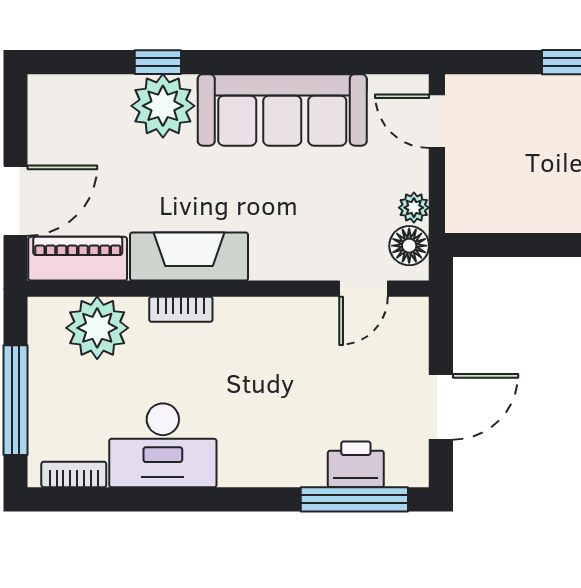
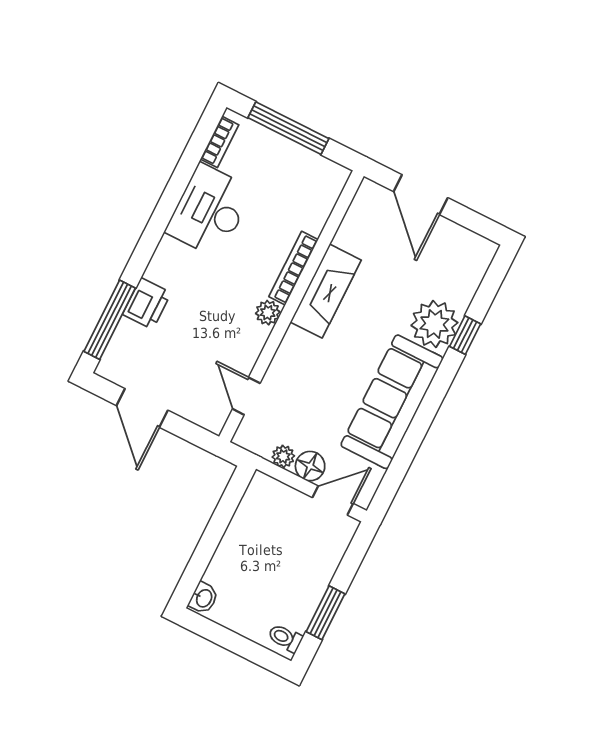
floor lamp: (409, 246) -> (310, 466), moved
piano: (78, 259) -> (361, 217), removed
bookcase: (181, 309) -> (294, 268), width x1.56
plant: (97, 328) -> (268, 313), moved, width x0.53, depth x0.53
printer: (356, 464) -> (147, 304), moved

